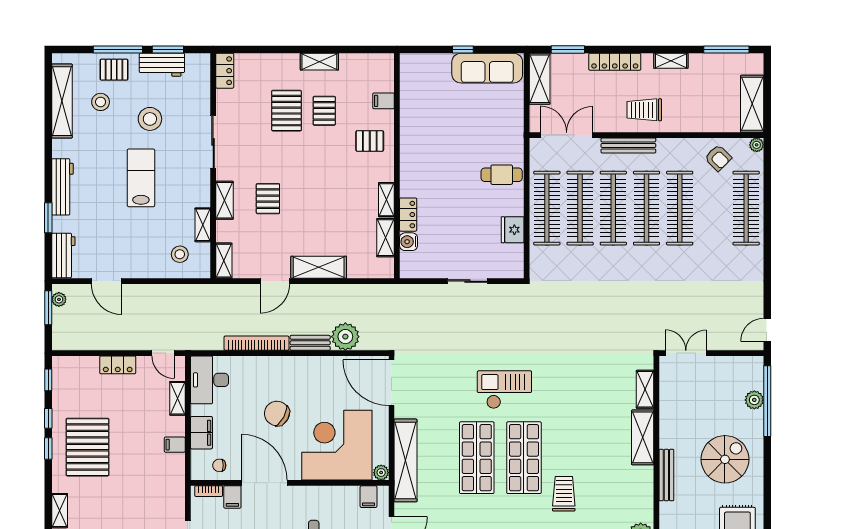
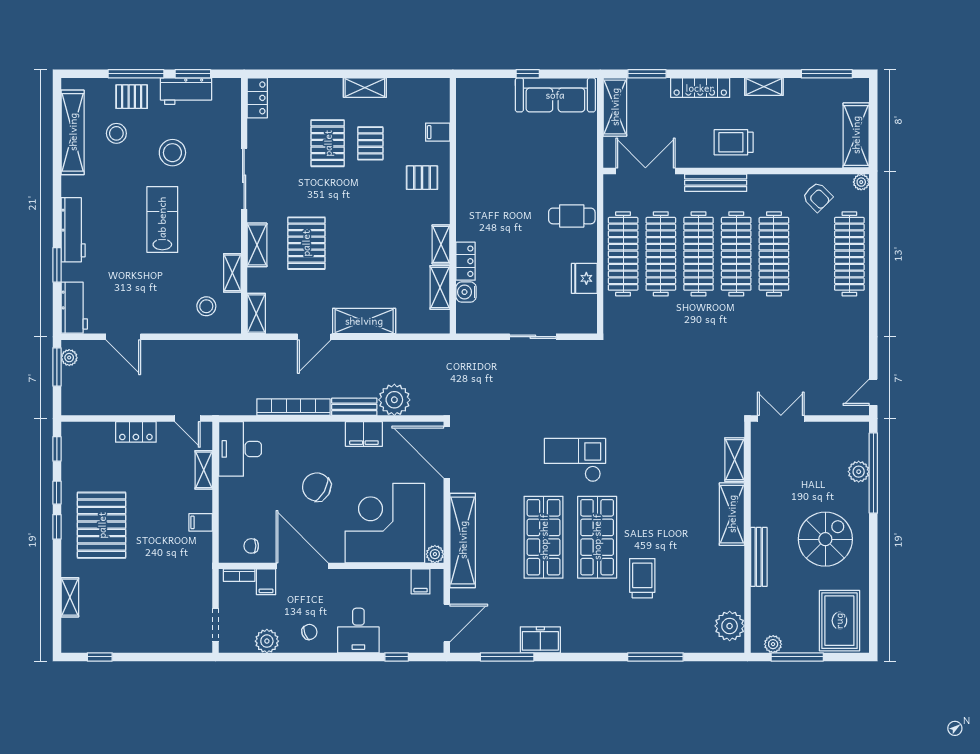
pallet: (268, 199) -> (306, 243), width x1.50, depth x1.42
filing cabinet: (201, 433) -> (364, 434), moved, turned 90

